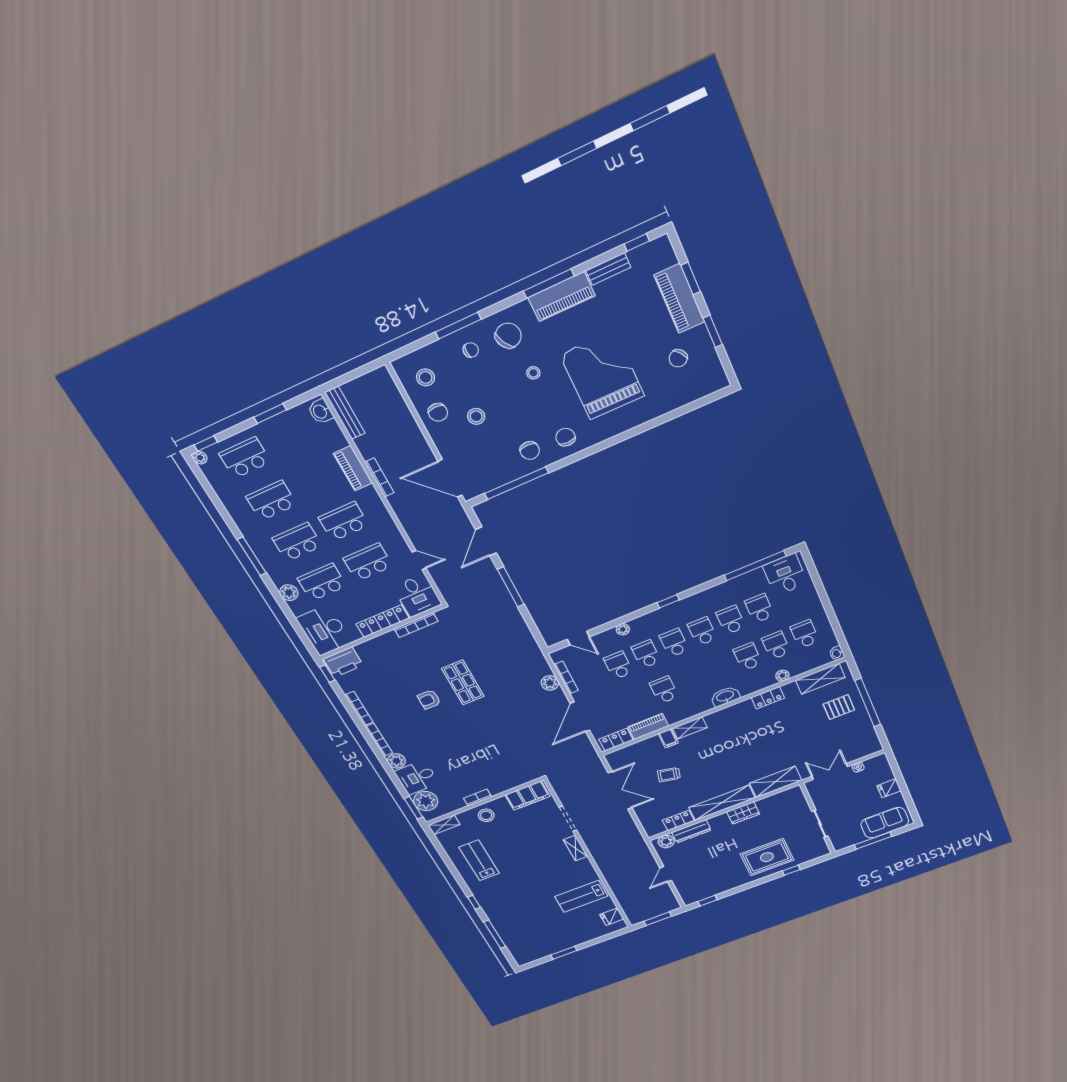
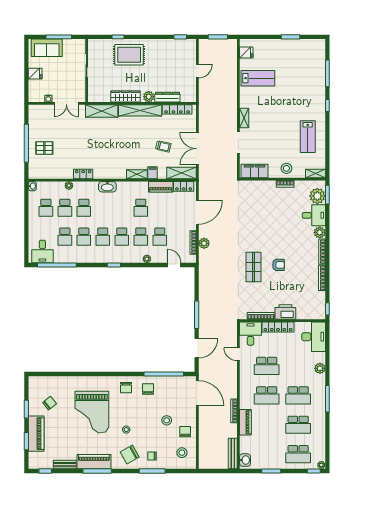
school desk: (322, 582) -> (298, 366), removed
printer: (343, 662) -> (285, 312), moved
shelving: (820, 679) -> (181, 173), moved
wardrobe: (743, 813) -> (125, 96), width x1.50
locker: (678, 820) -> (177, 109), width x1.53
plant: (666, 841) -> (149, 97), moved

